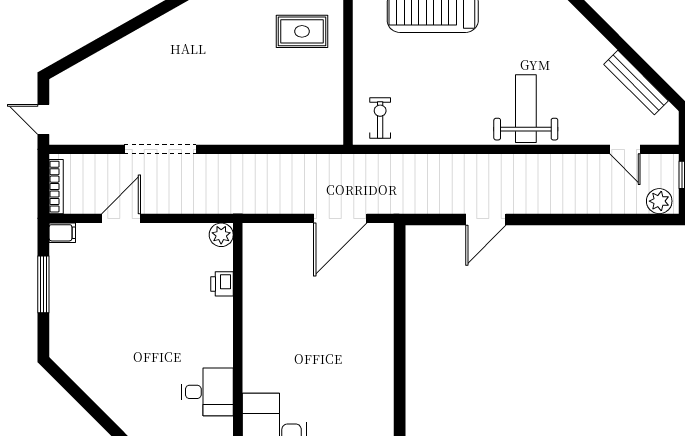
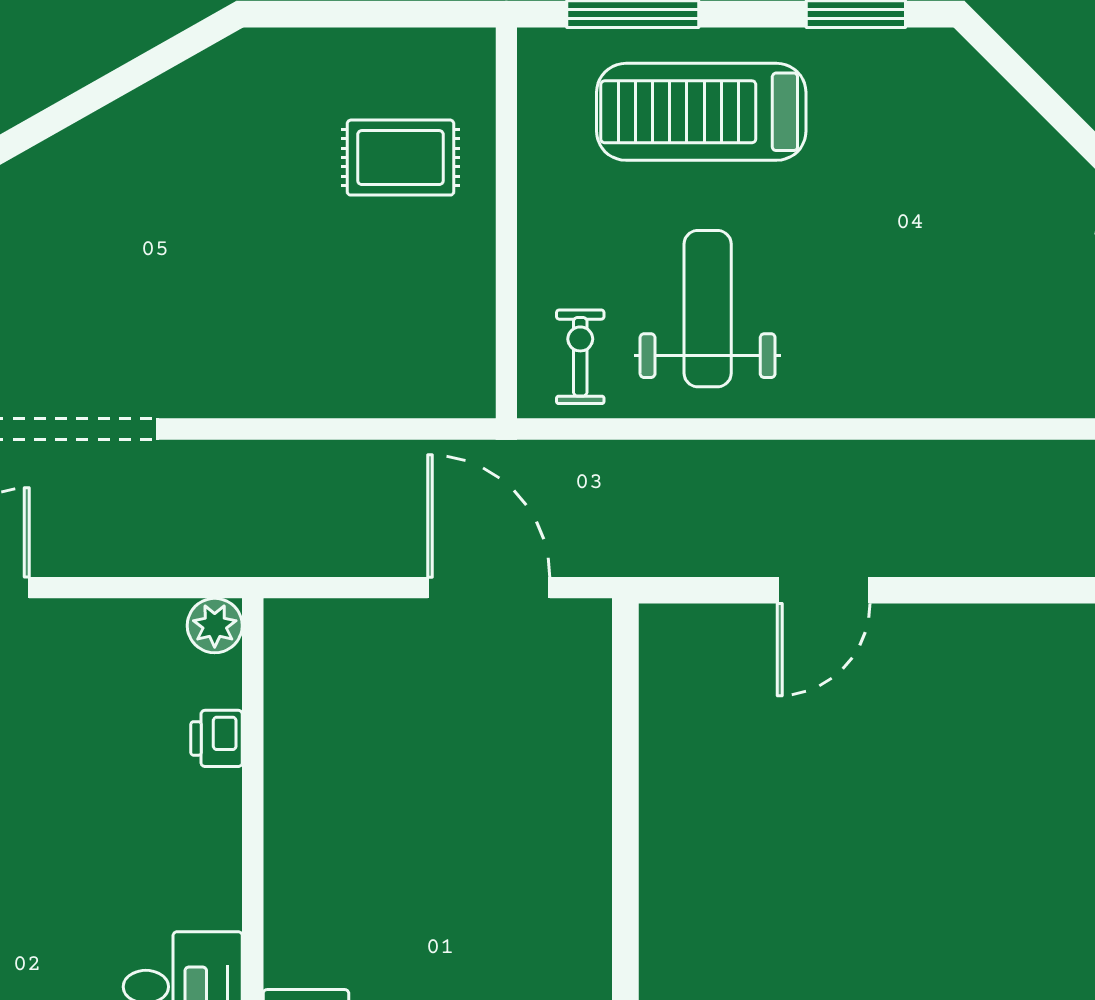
weight bench: (526, 109) -> (708, 309), moved
door: (340, 218) -> (489, 588), swing flipped

